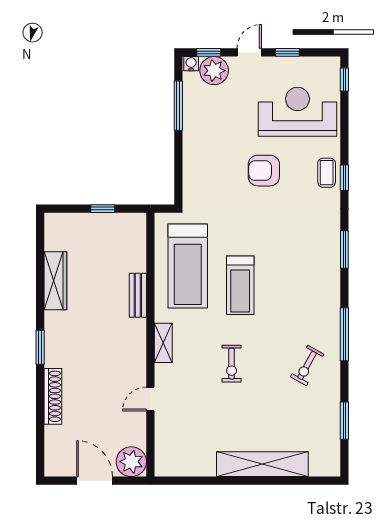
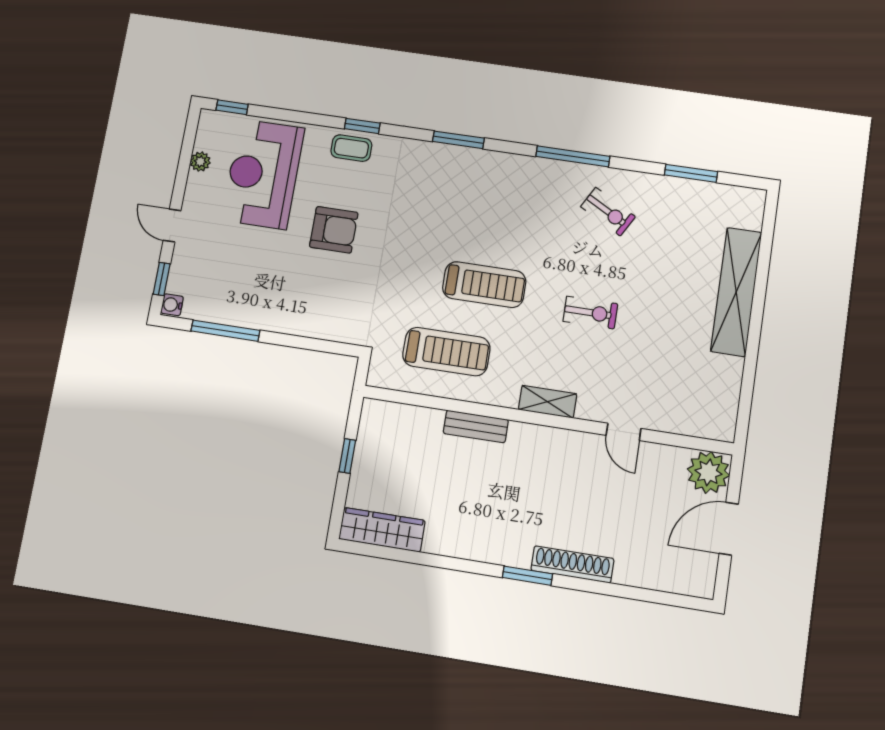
window: (287, 52) -> (182, 176), removed
plant: (214, 71) -> (200, 162), moved, width x0.53, depth x0.53
armchair: (264, 171) -> (334, 230), turned -90
treadmill: (188, 266) -> (446, 352), width x0.73, depth x0.73
wardrobe: (55, 281) -> (382, 530), moved
shoe rack: (53, 396) -> (572, 564), moved

